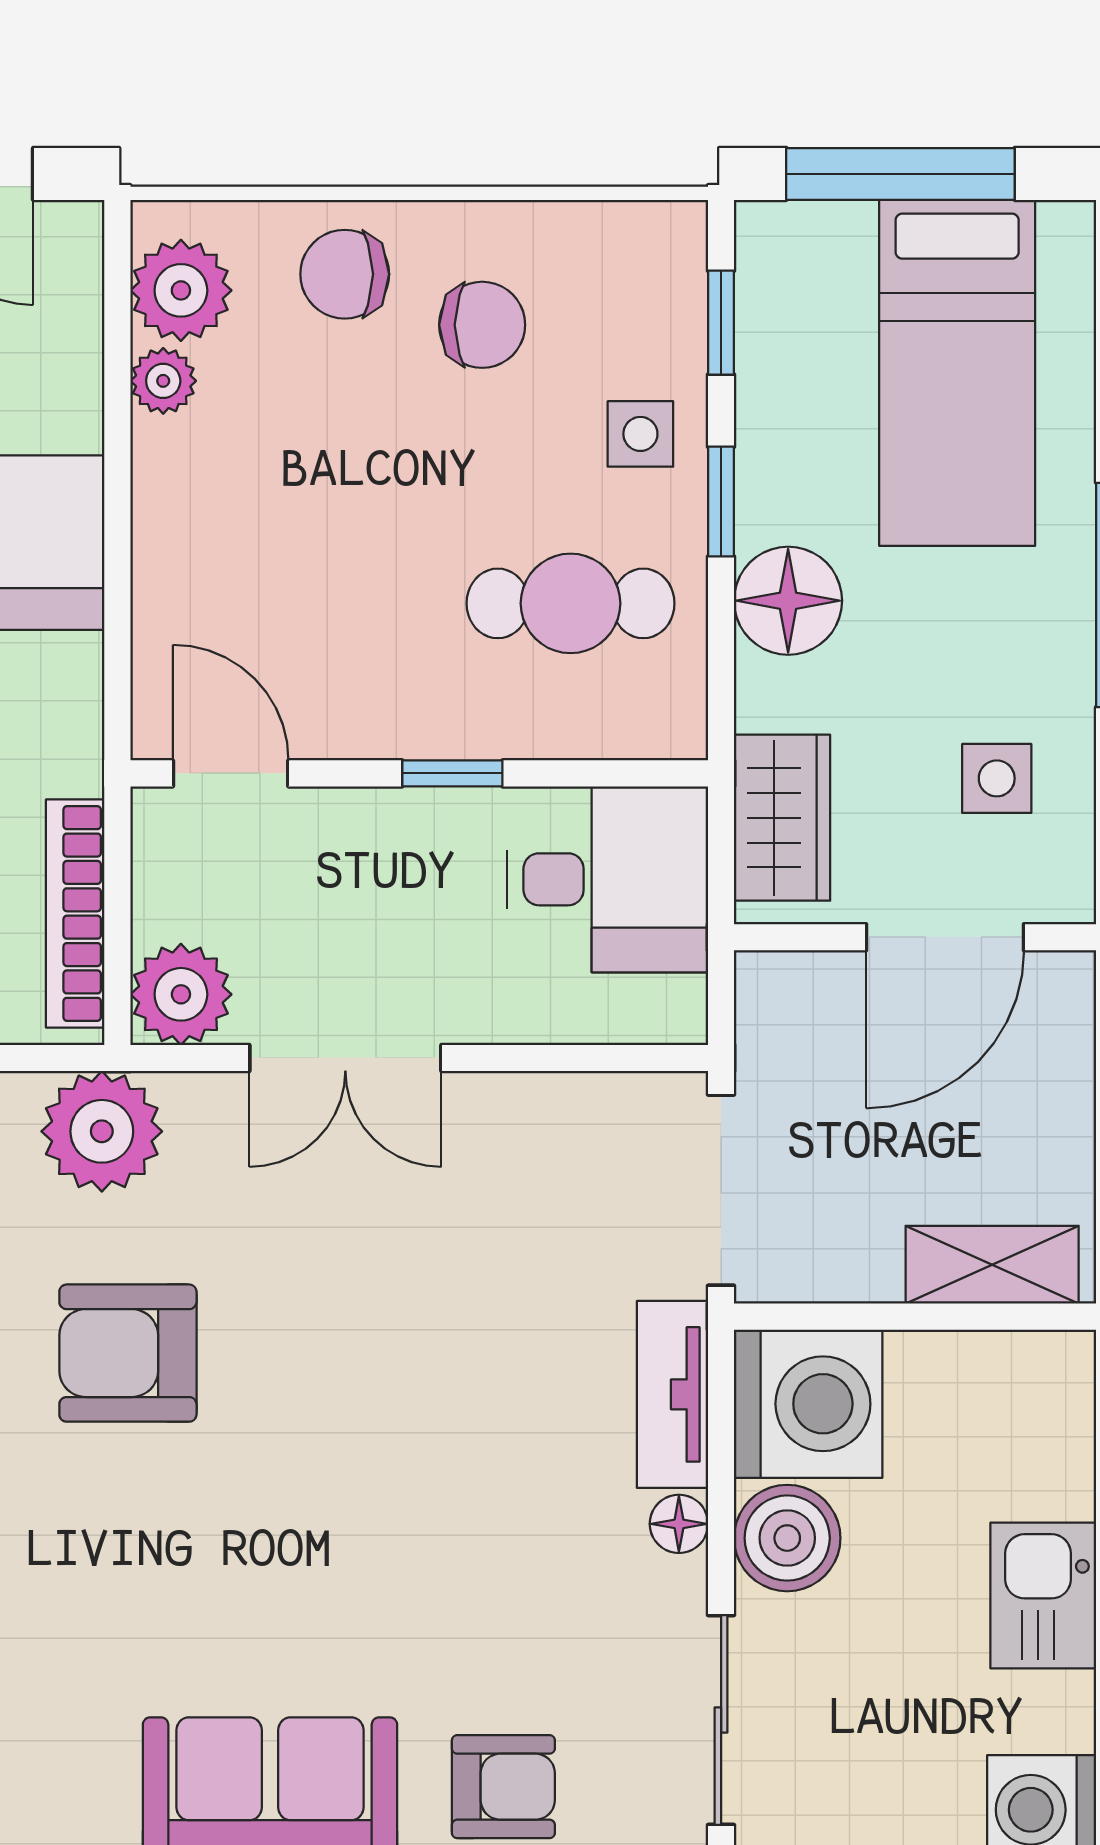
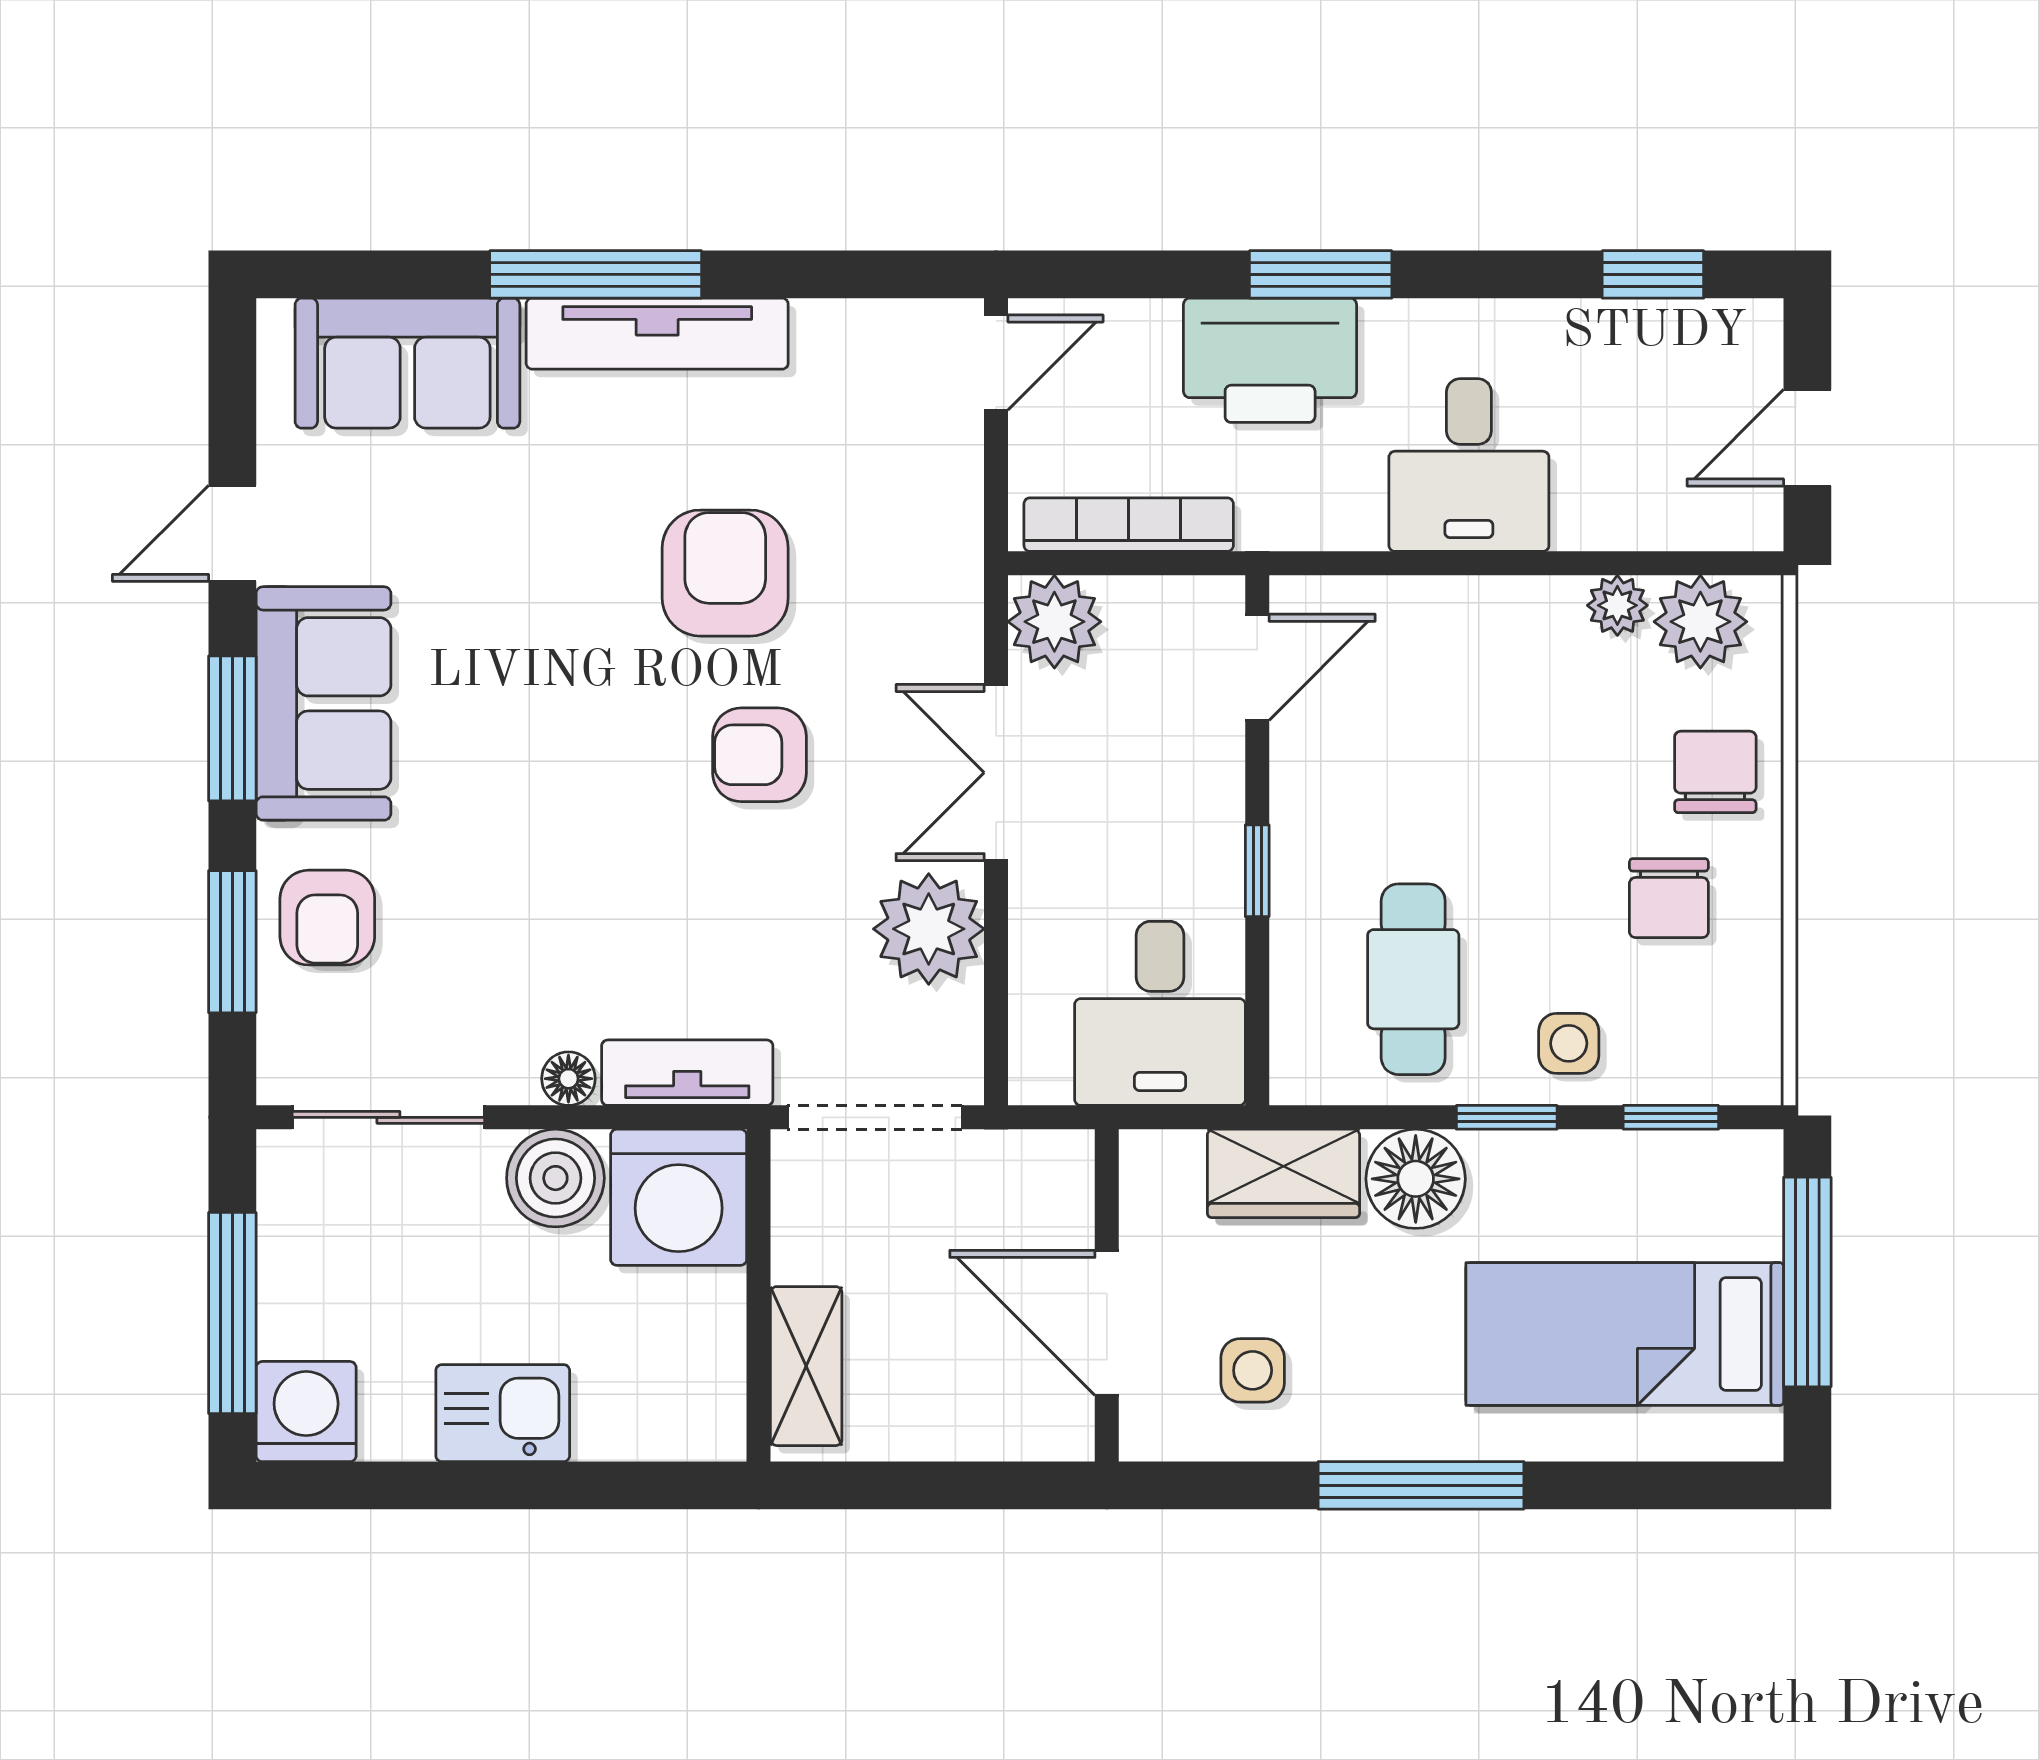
wardrobe: (782, 818) -> (1284, 1173), moved
plant: (102, 1131) -> (929, 929), moved
armchair: (326, 1316) -> (760, 755), added

